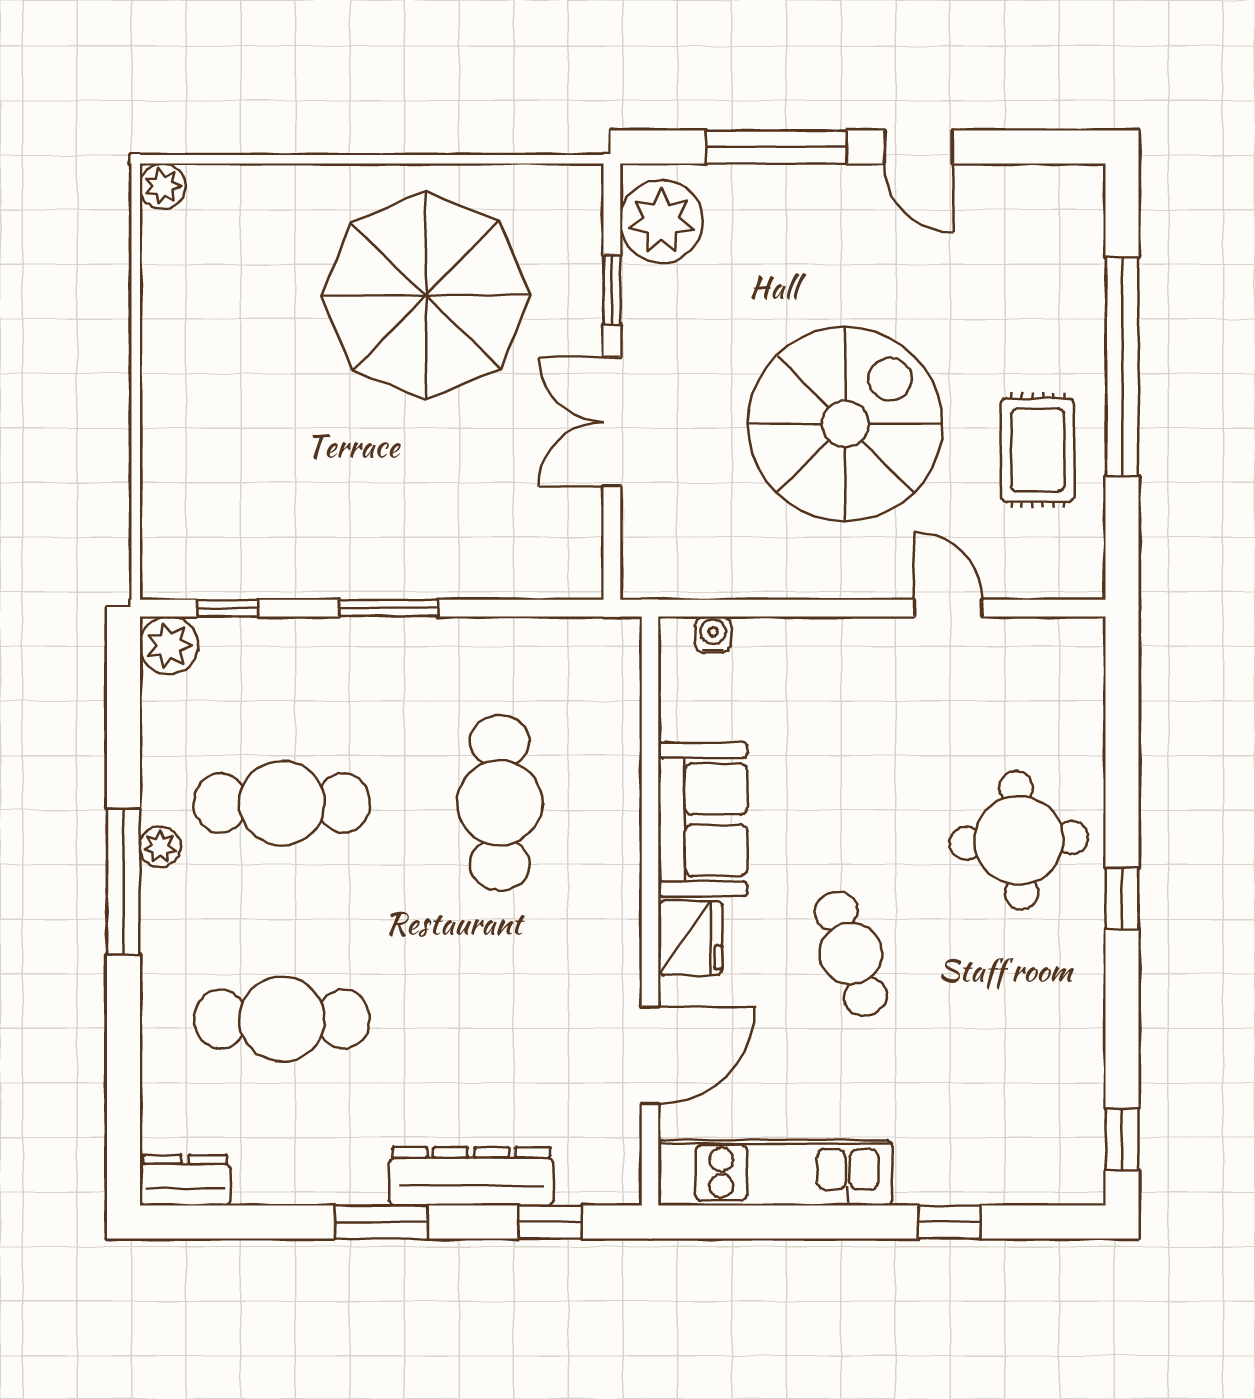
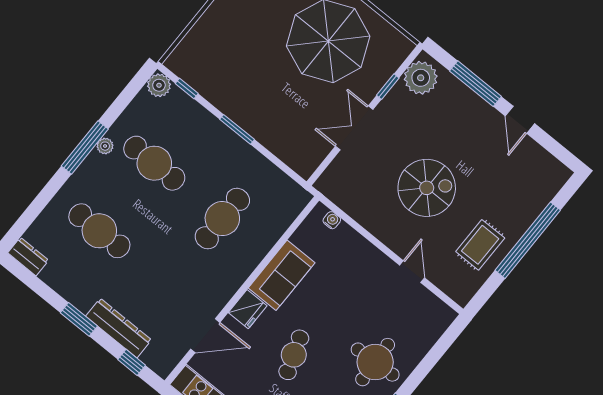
spiral stairs: (845, 424) -> (427, 188), width x0.73, depth x0.73

